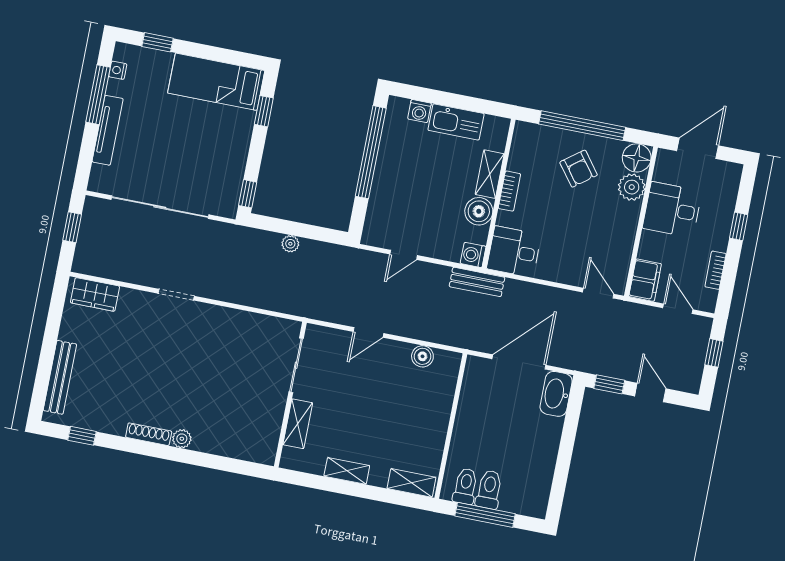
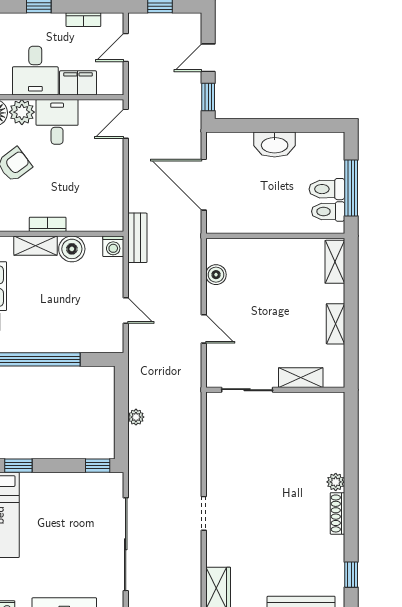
desk: (514, 252) -> (57, 122), moved, turned 180
filing cabinet: (645, 280) -> (78, 83), moved
washbasin: (556, 394) -> (275, 144), moved

